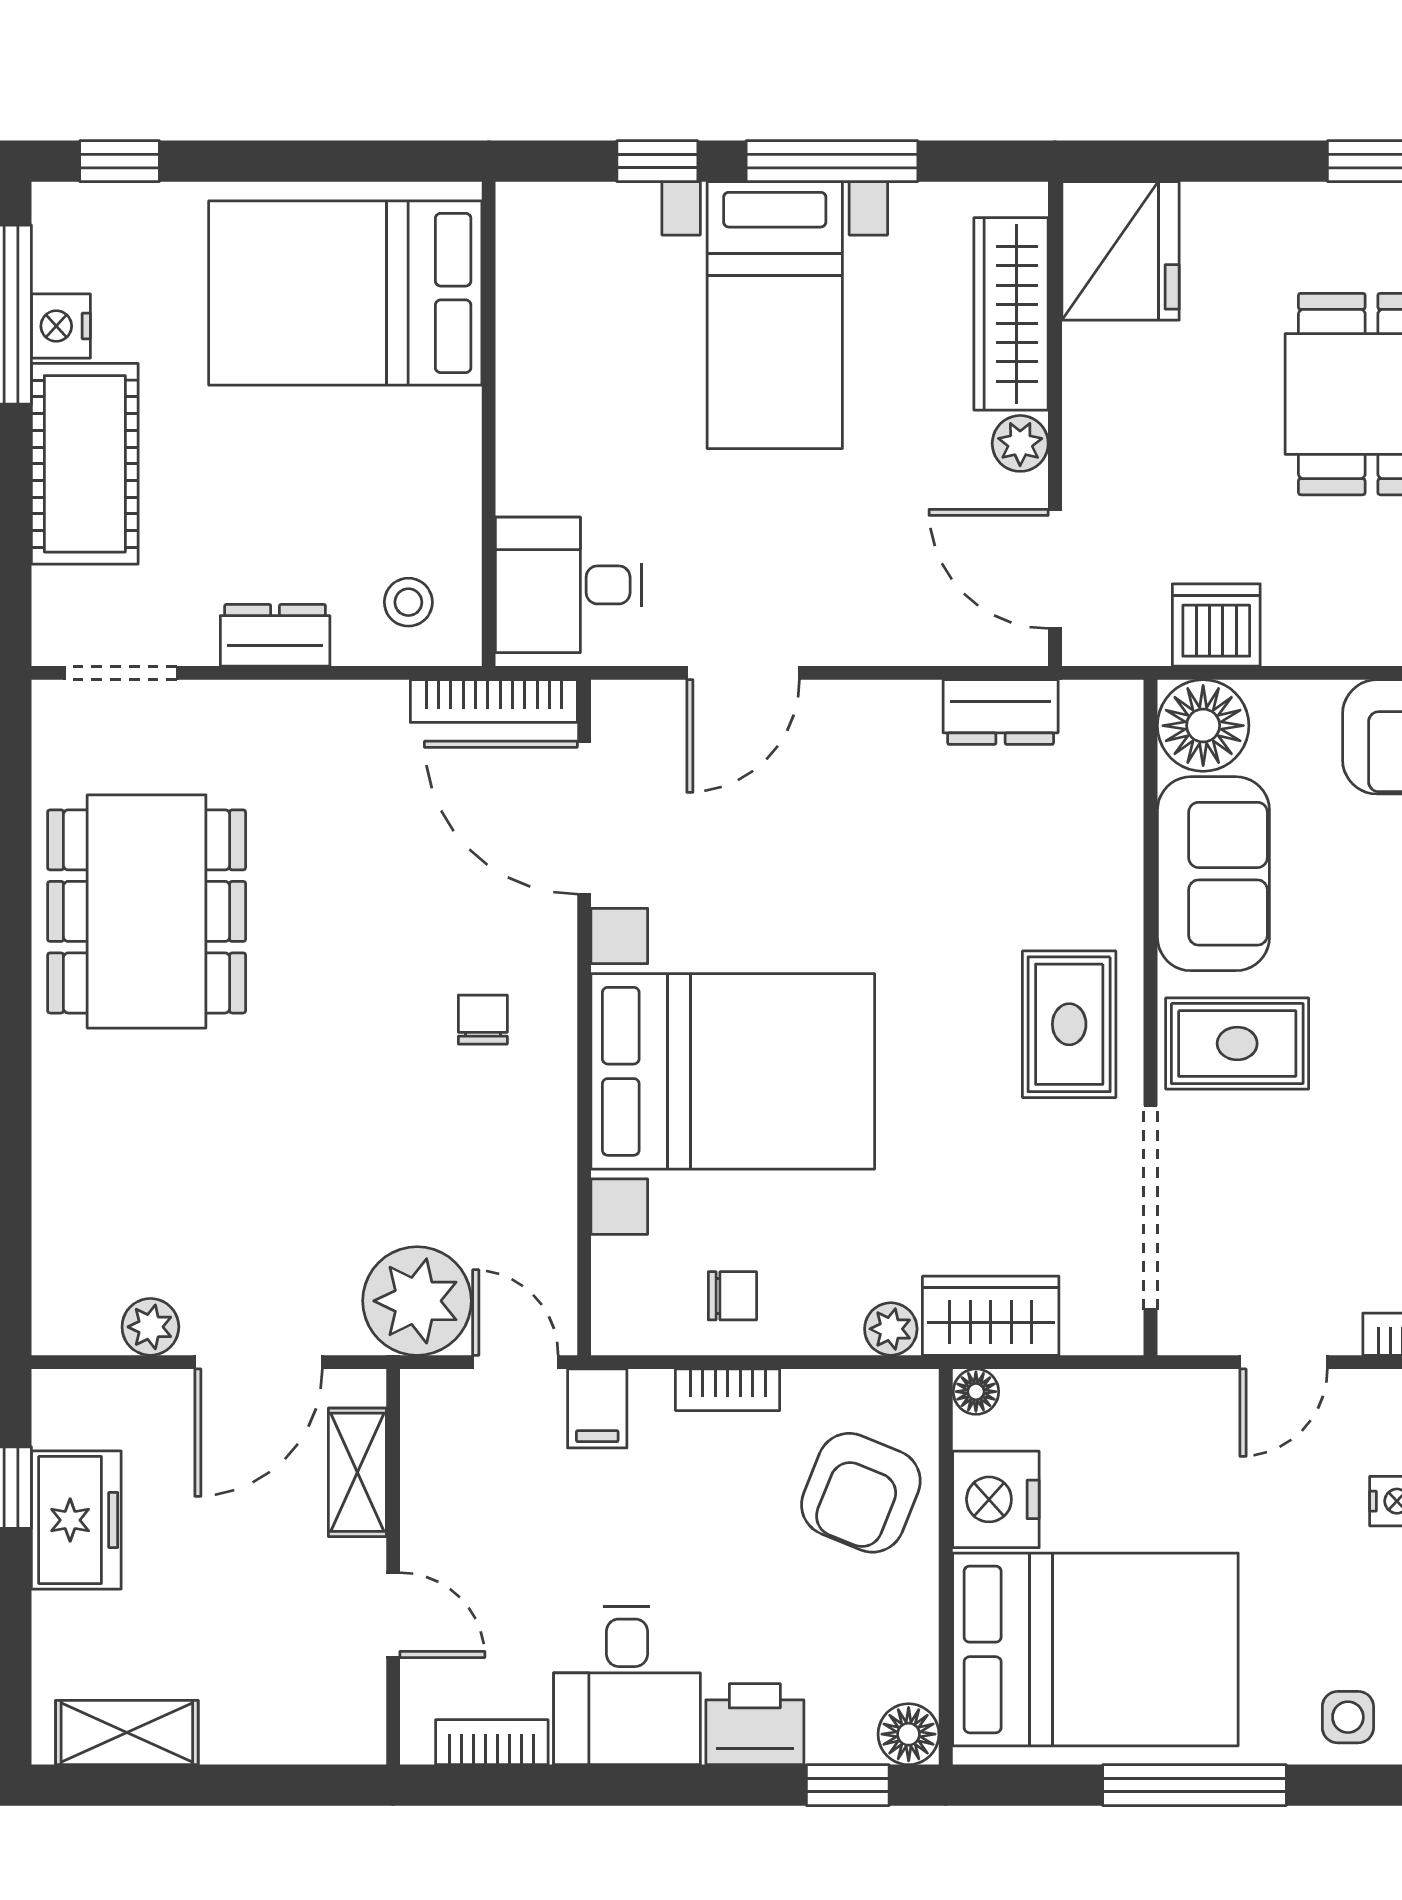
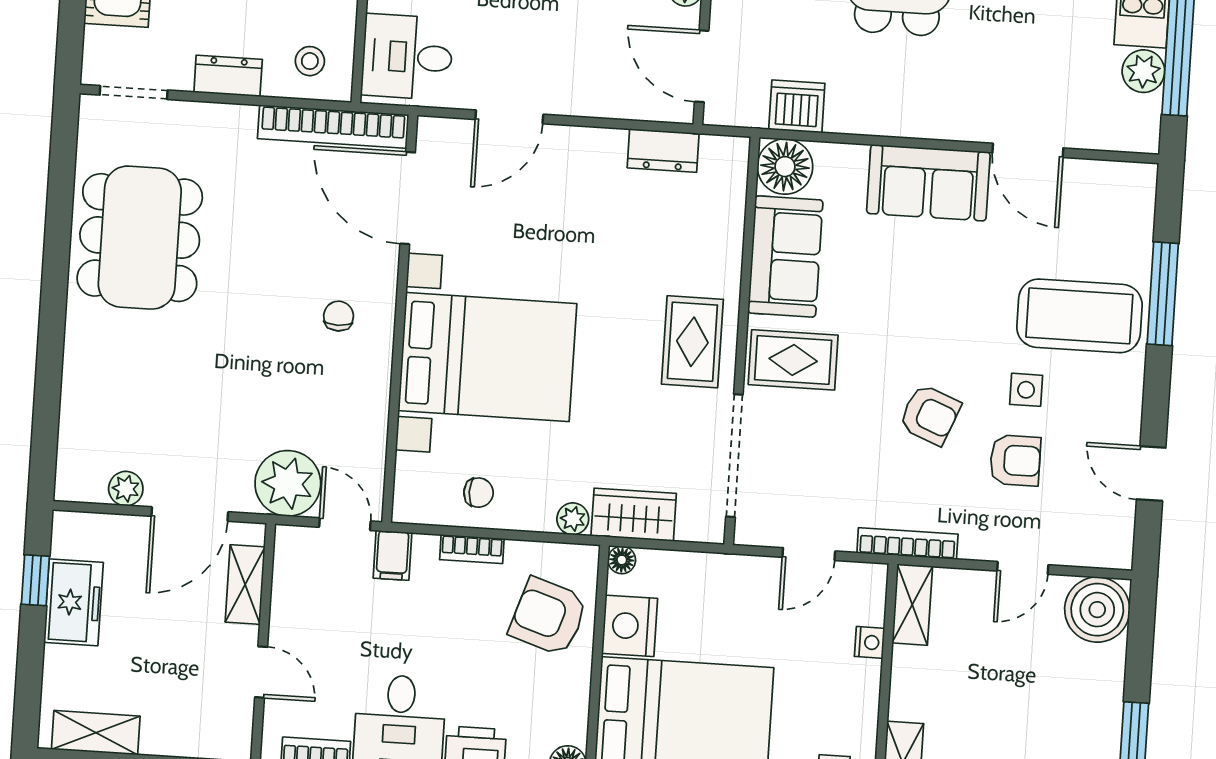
bookcase: (494, 701) -> (333, 127), width x1.48, depth x1.31
armchair: (861, 1493) -> (548, 617), turned 86

